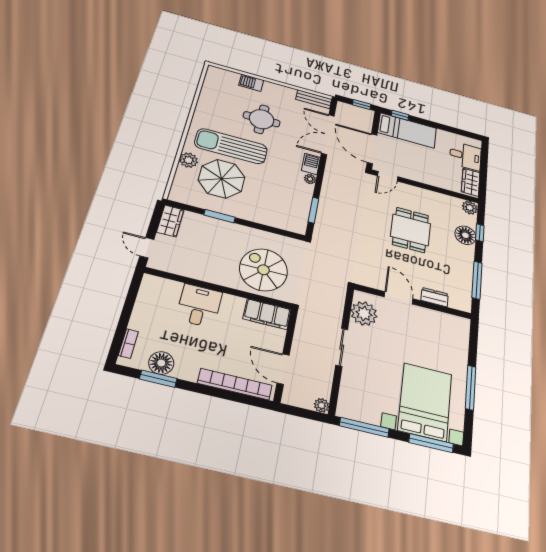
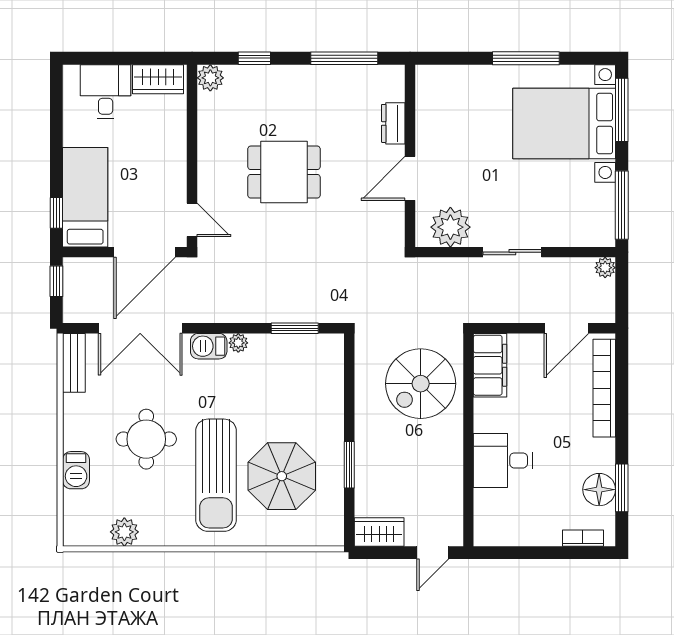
plant: (189, 160) -> (124, 532), moved
floor lamp: (465, 235) -> (267, 82), removed

